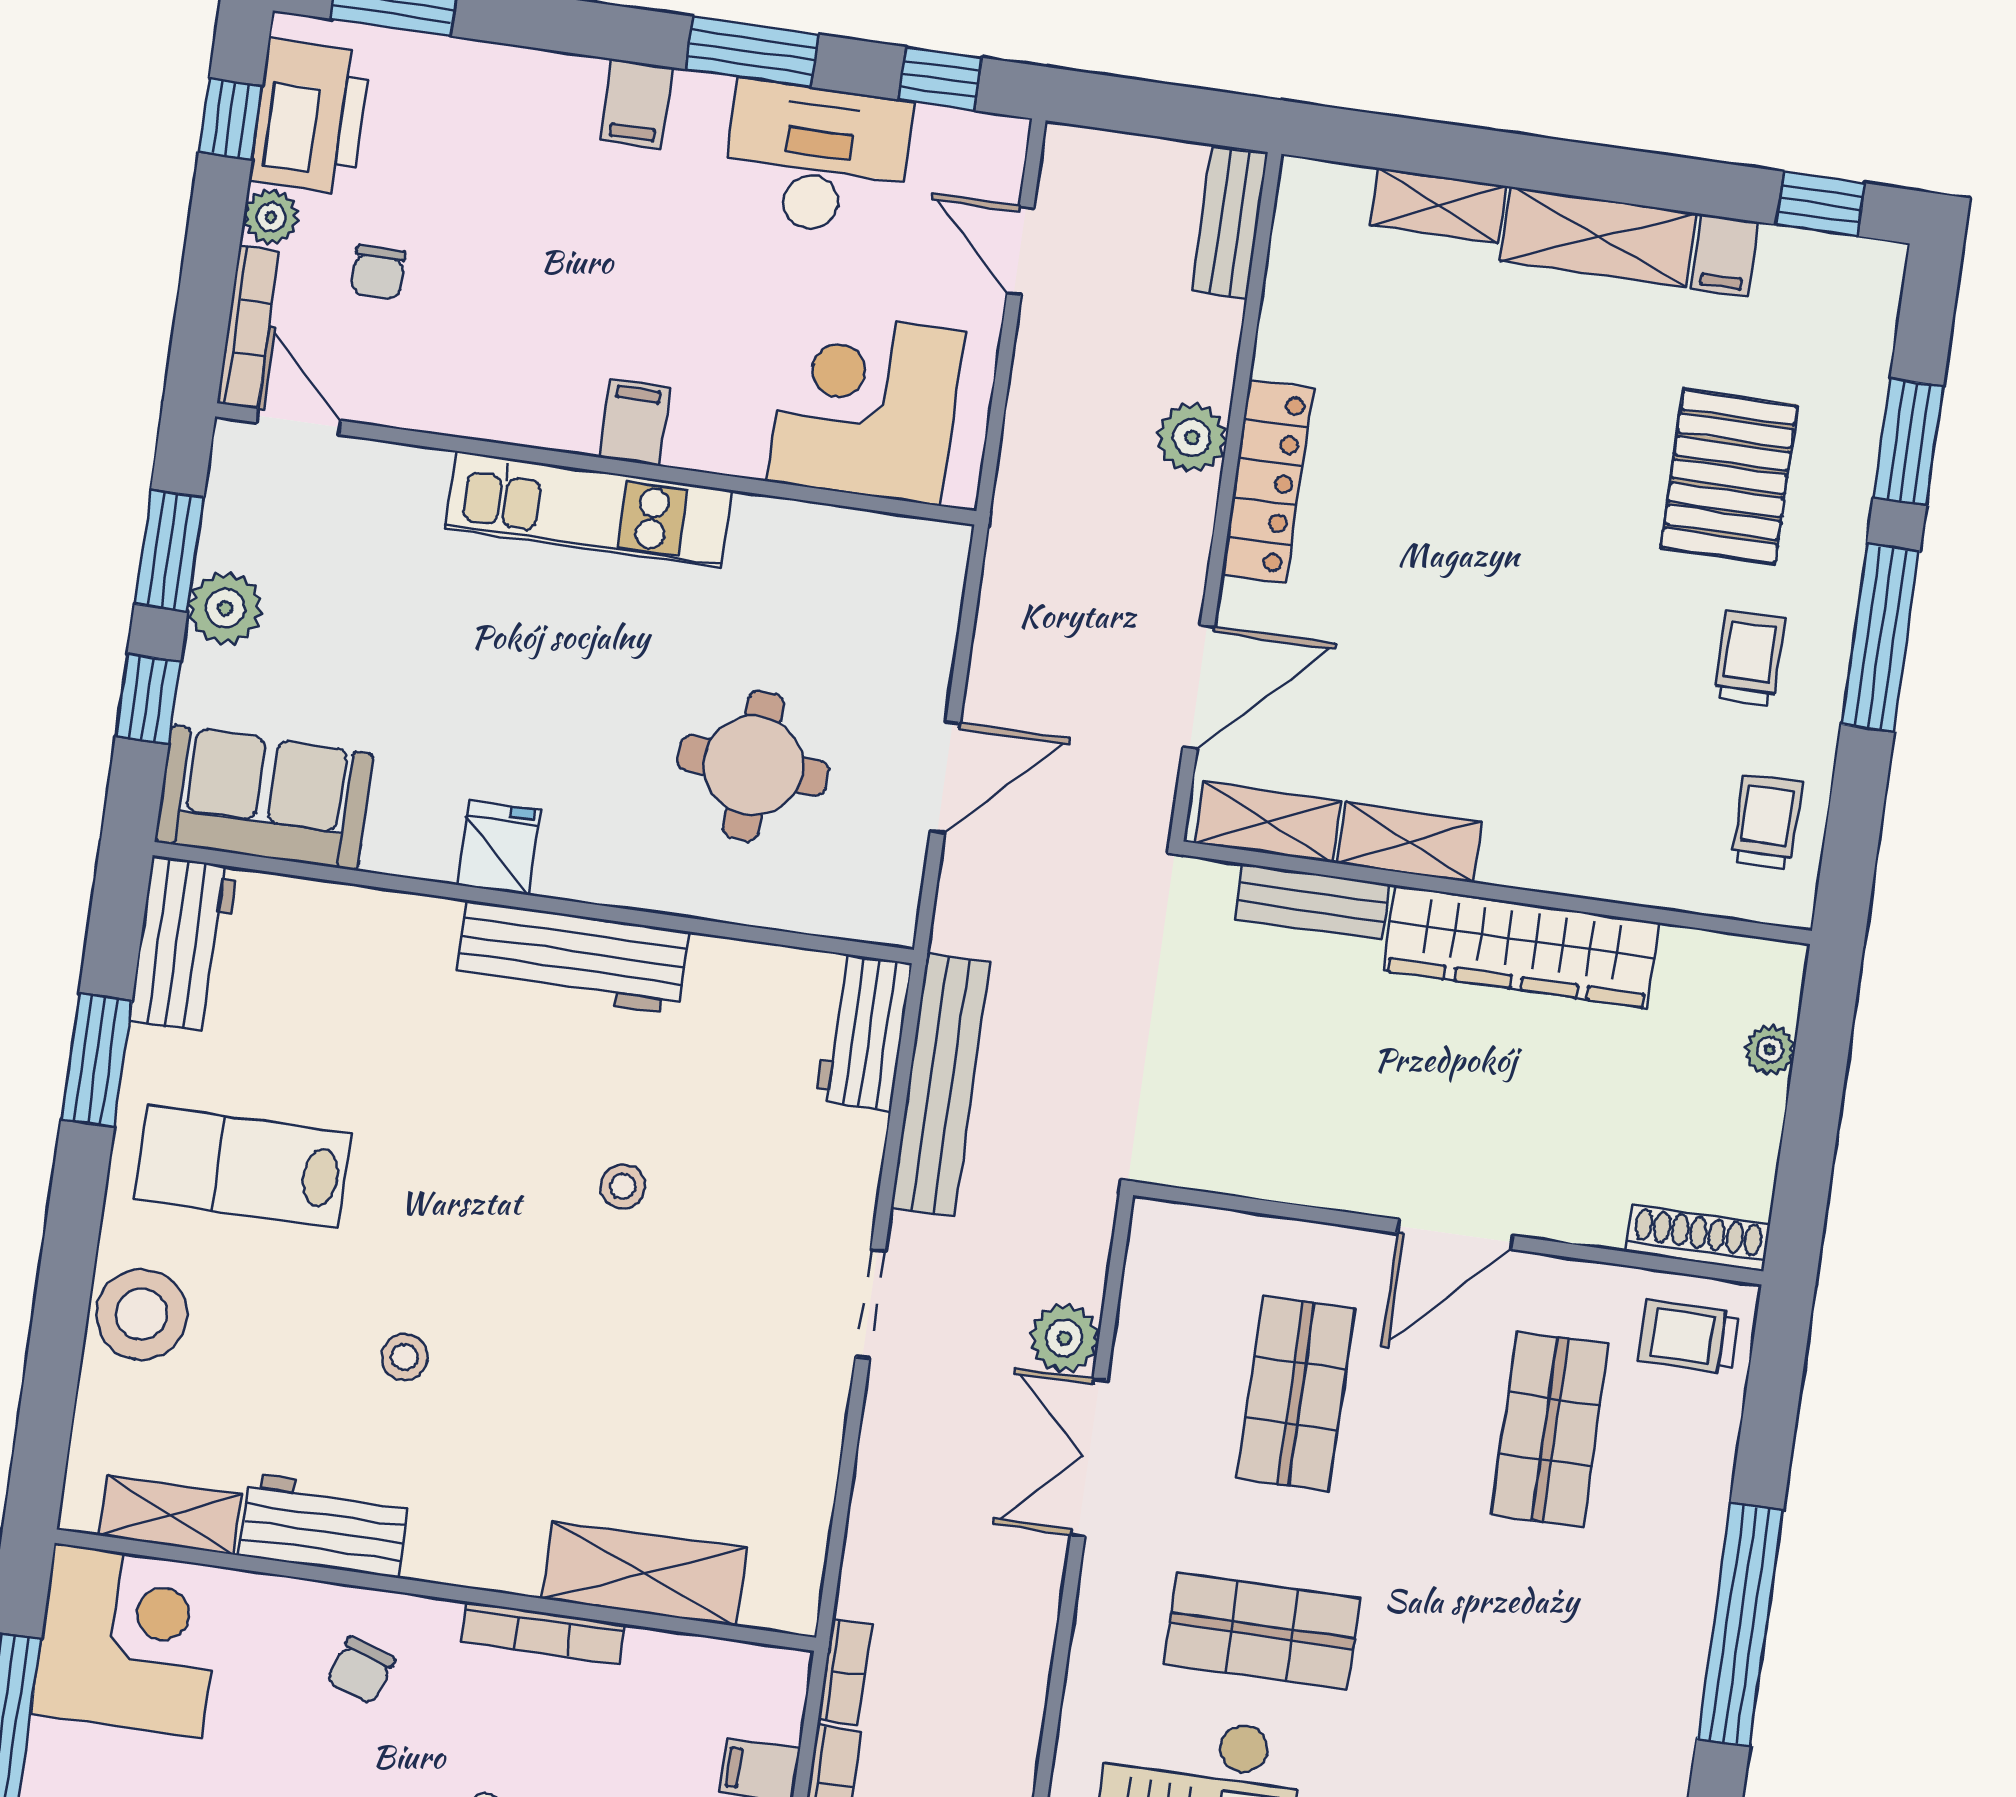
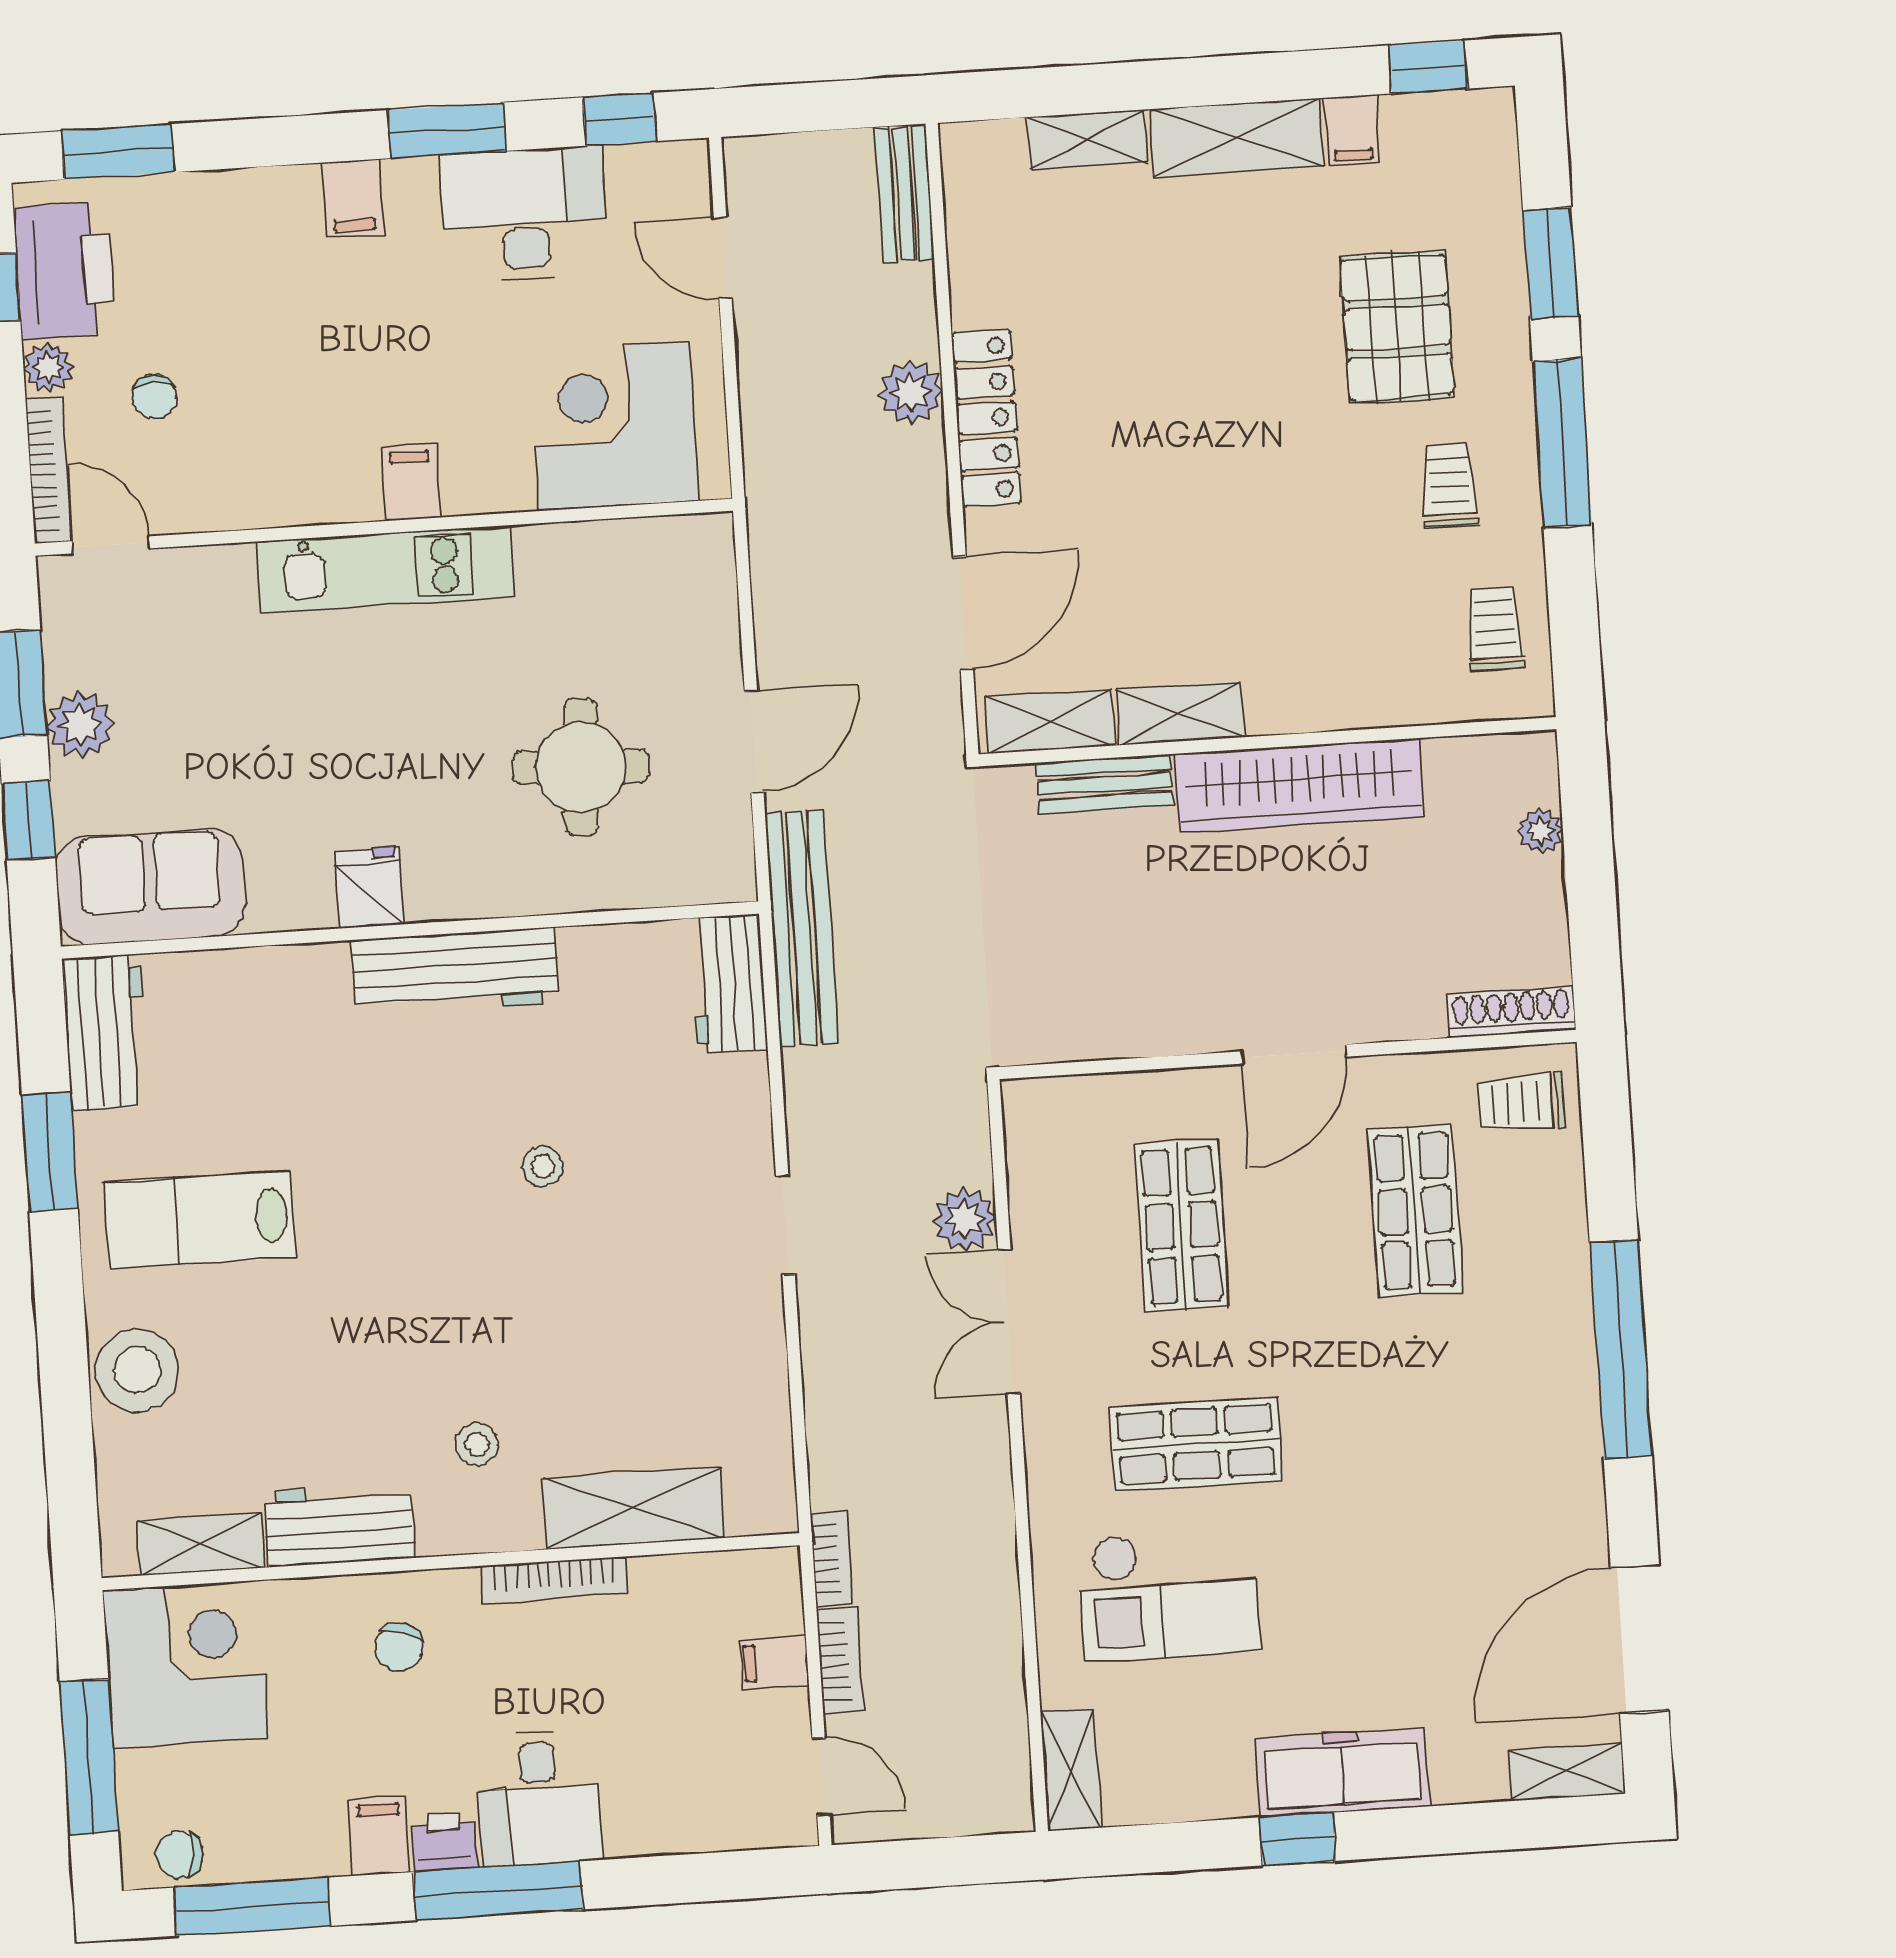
bench: (941, 1085) -> (801, 928), moved
stool: (405, 1357) -> (477, 1444), moved

